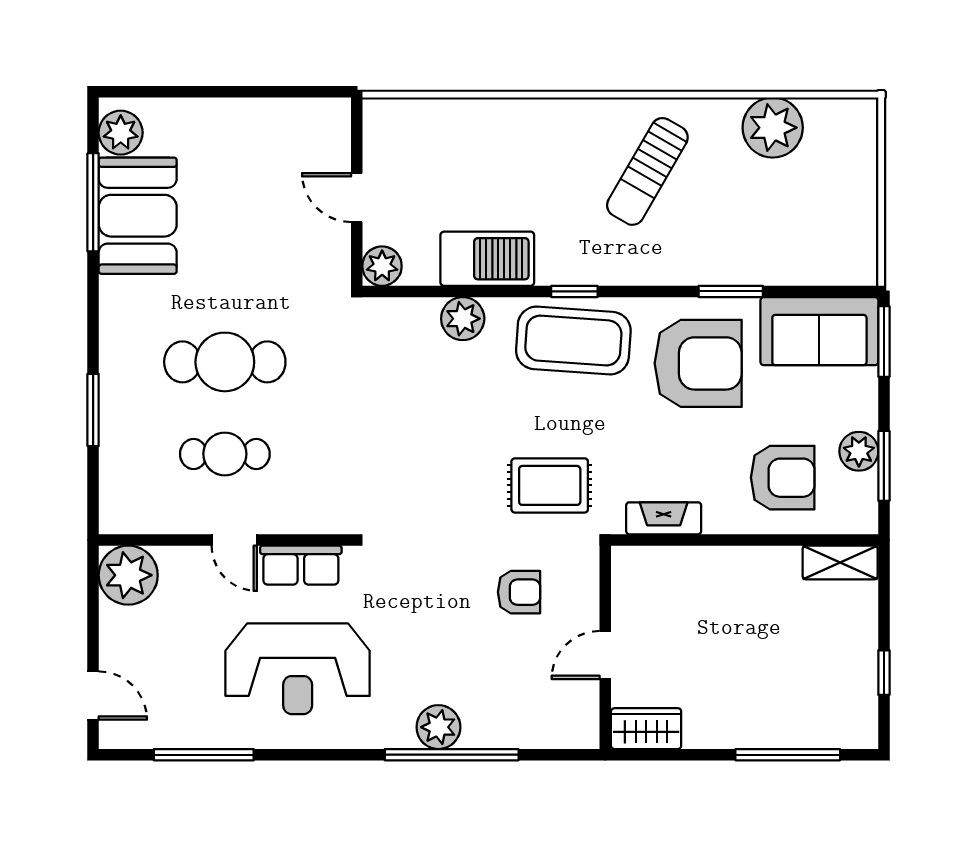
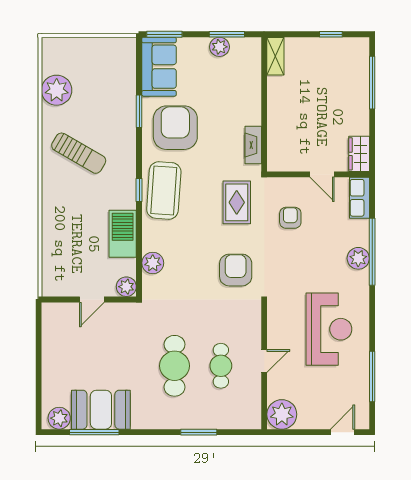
plant: (463, 319) -> (153, 263), moved
armchair: (783, 478) -> (236, 270), moved
row of seats: (301, 565) -> (359, 198), moved, turned 180

